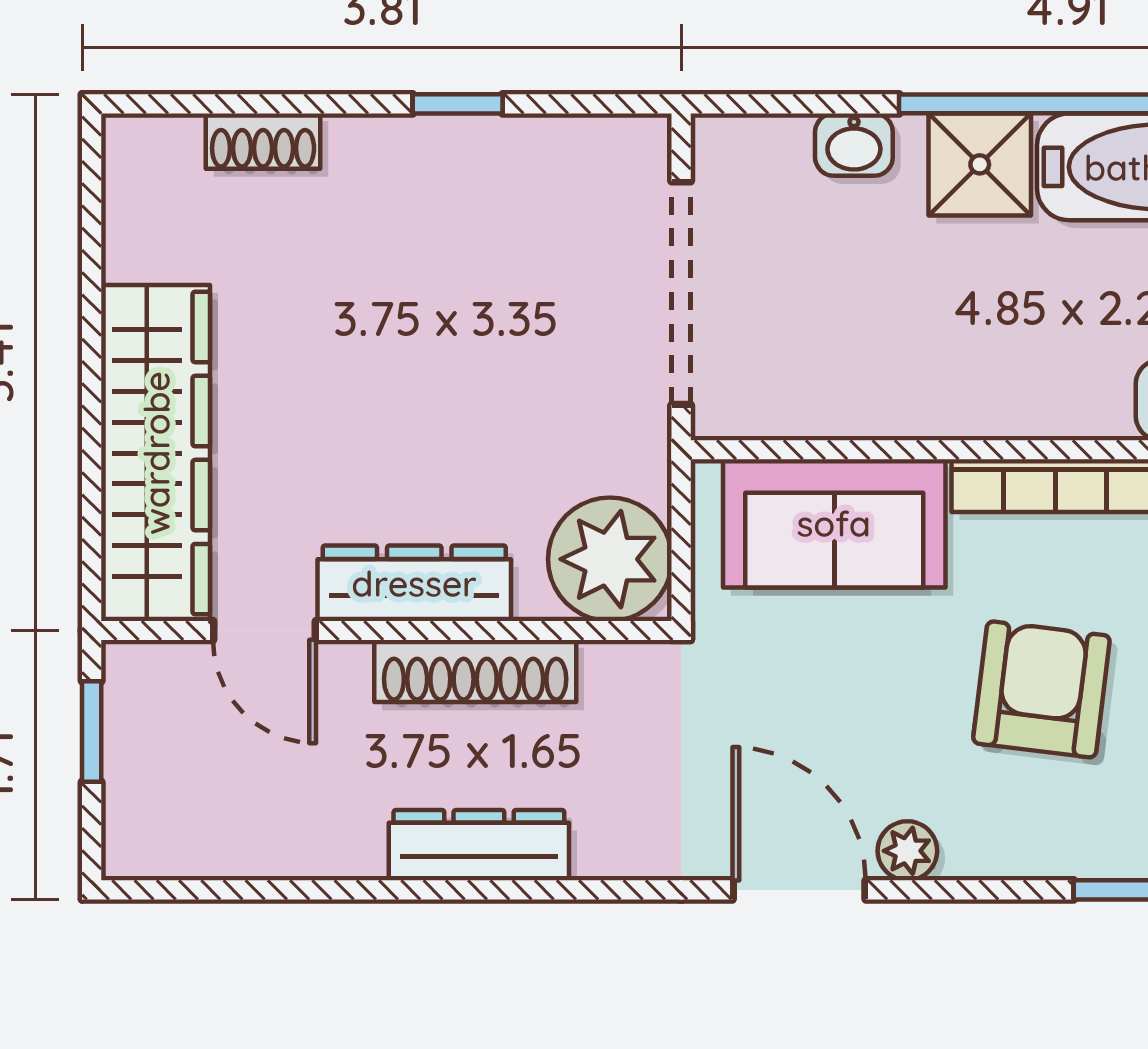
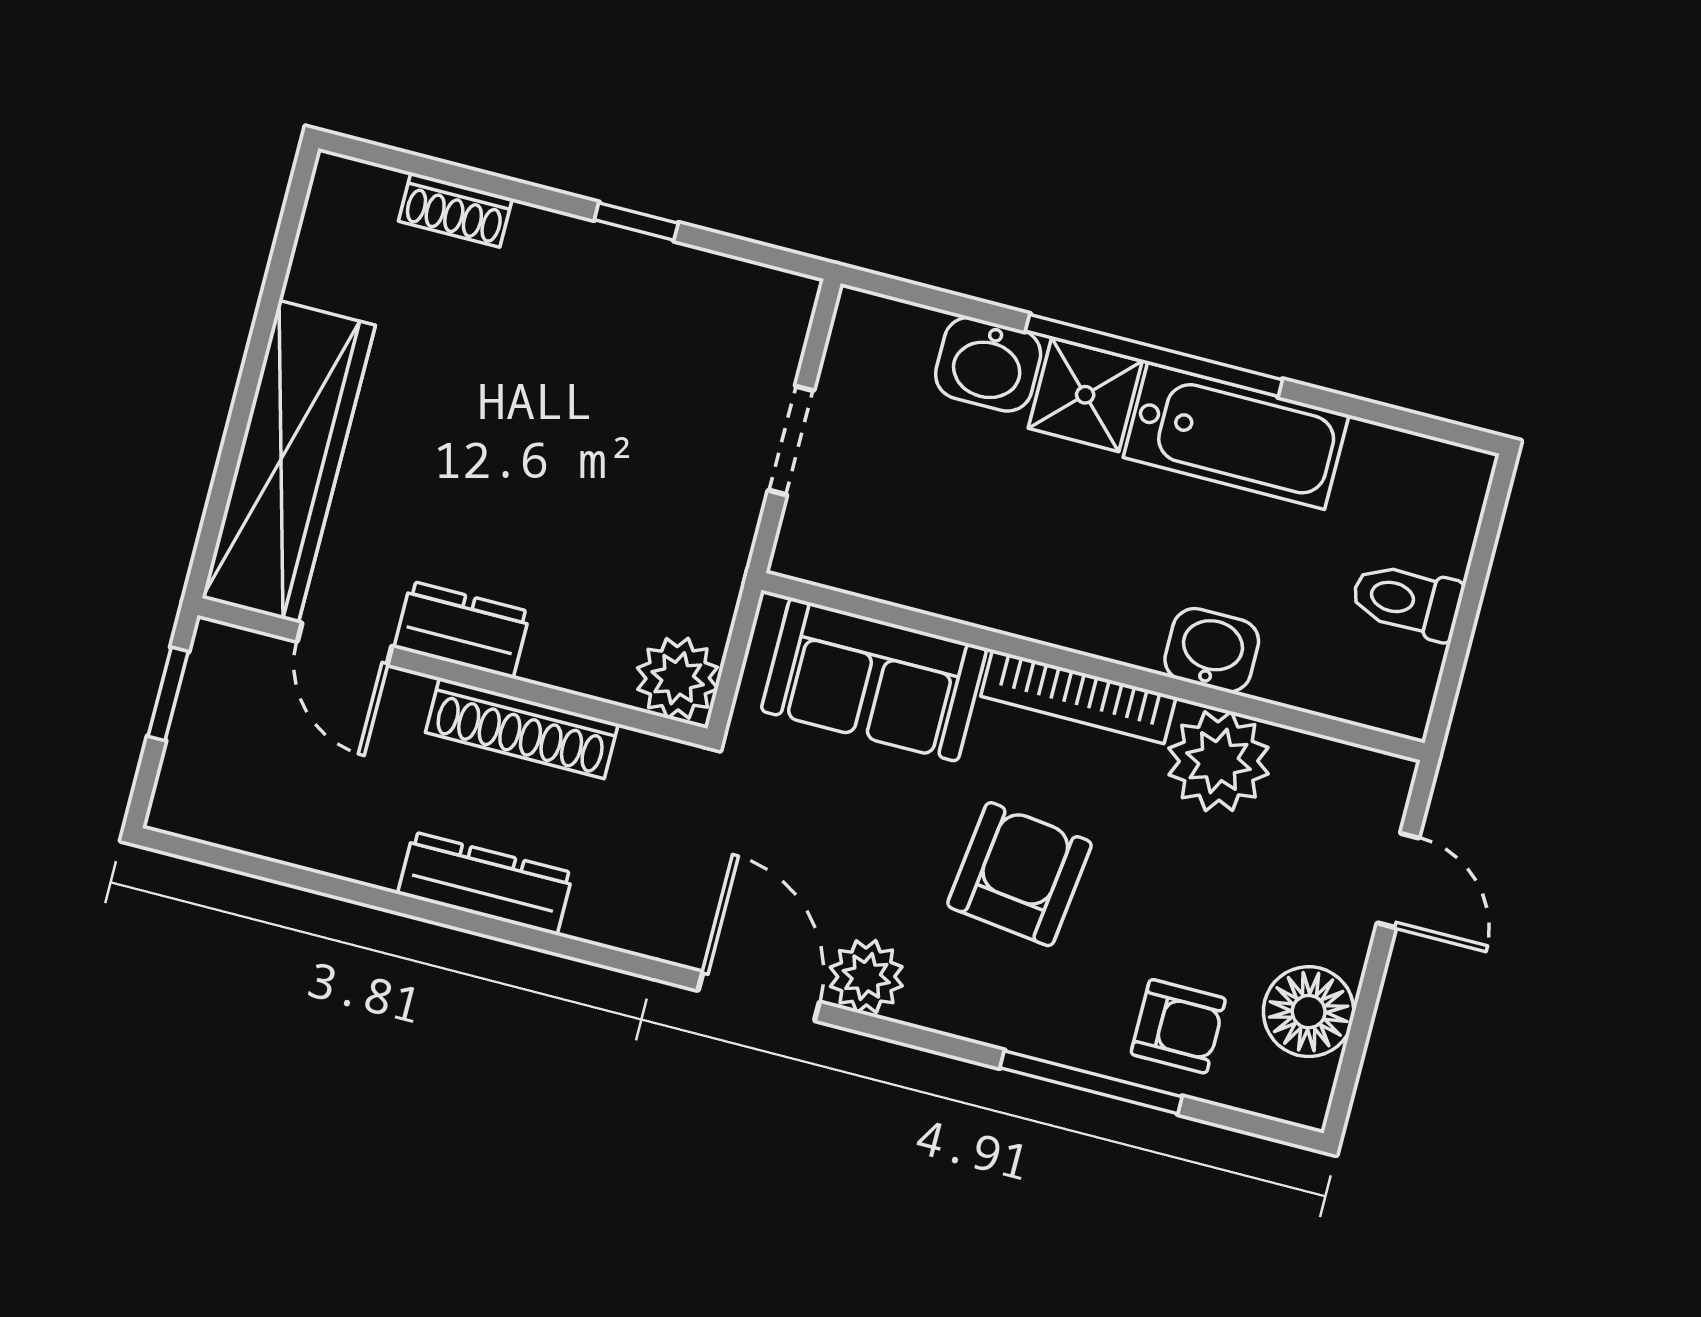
washbasin: (854, 145) -> (988, 364), width x1.38, depth x1.45
doorway: (681, 293) -> (791, 440), width x0.53
plant: (610, 559) -> (678, 678), width x0.73, depth x0.73
dresser: (414, 583) -> (462, 630), width x0.70
plant: (907, 851) -> (866, 977), width x1.38, depth x1.38

